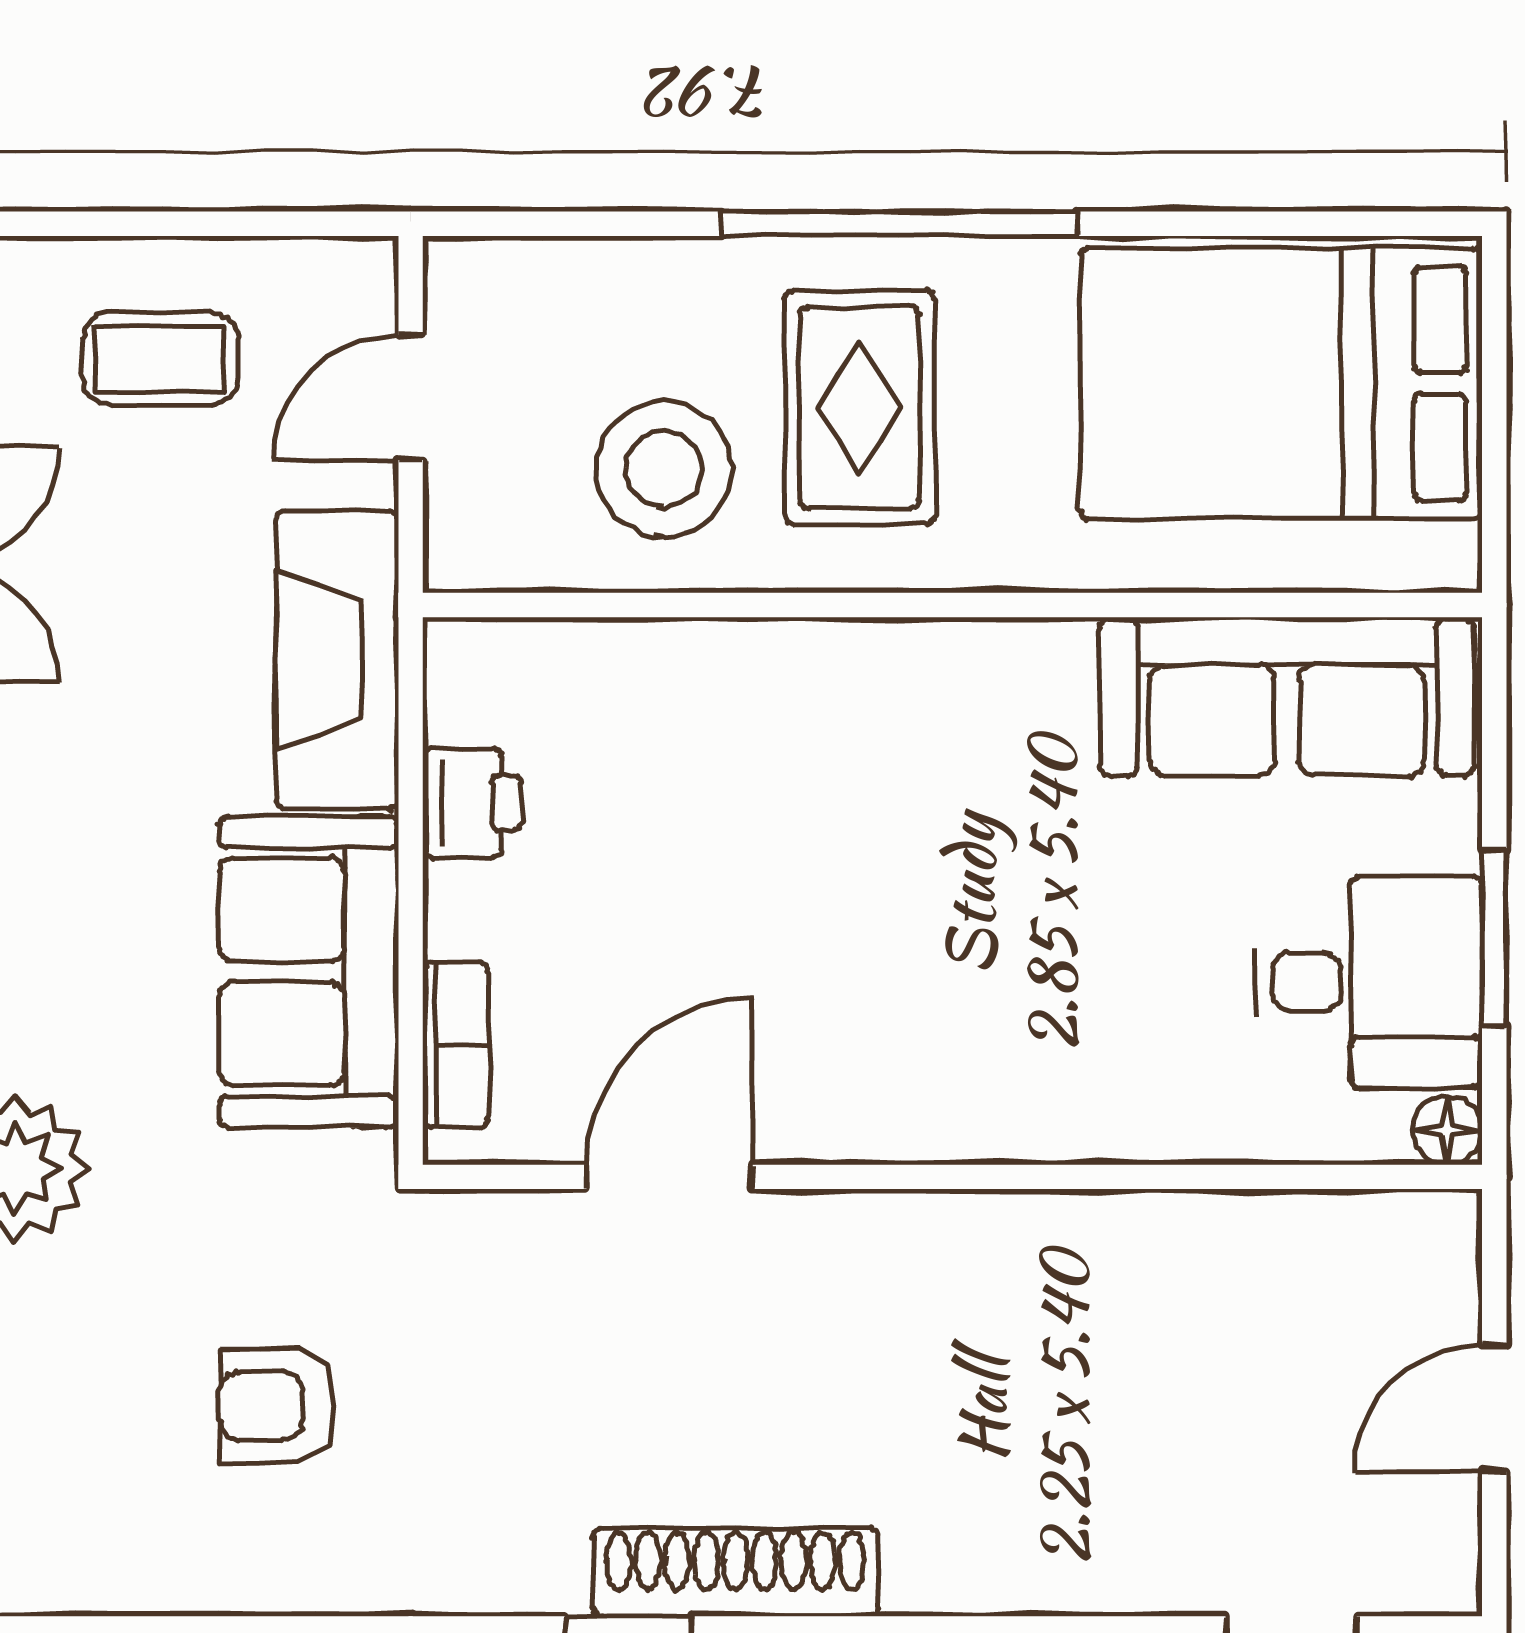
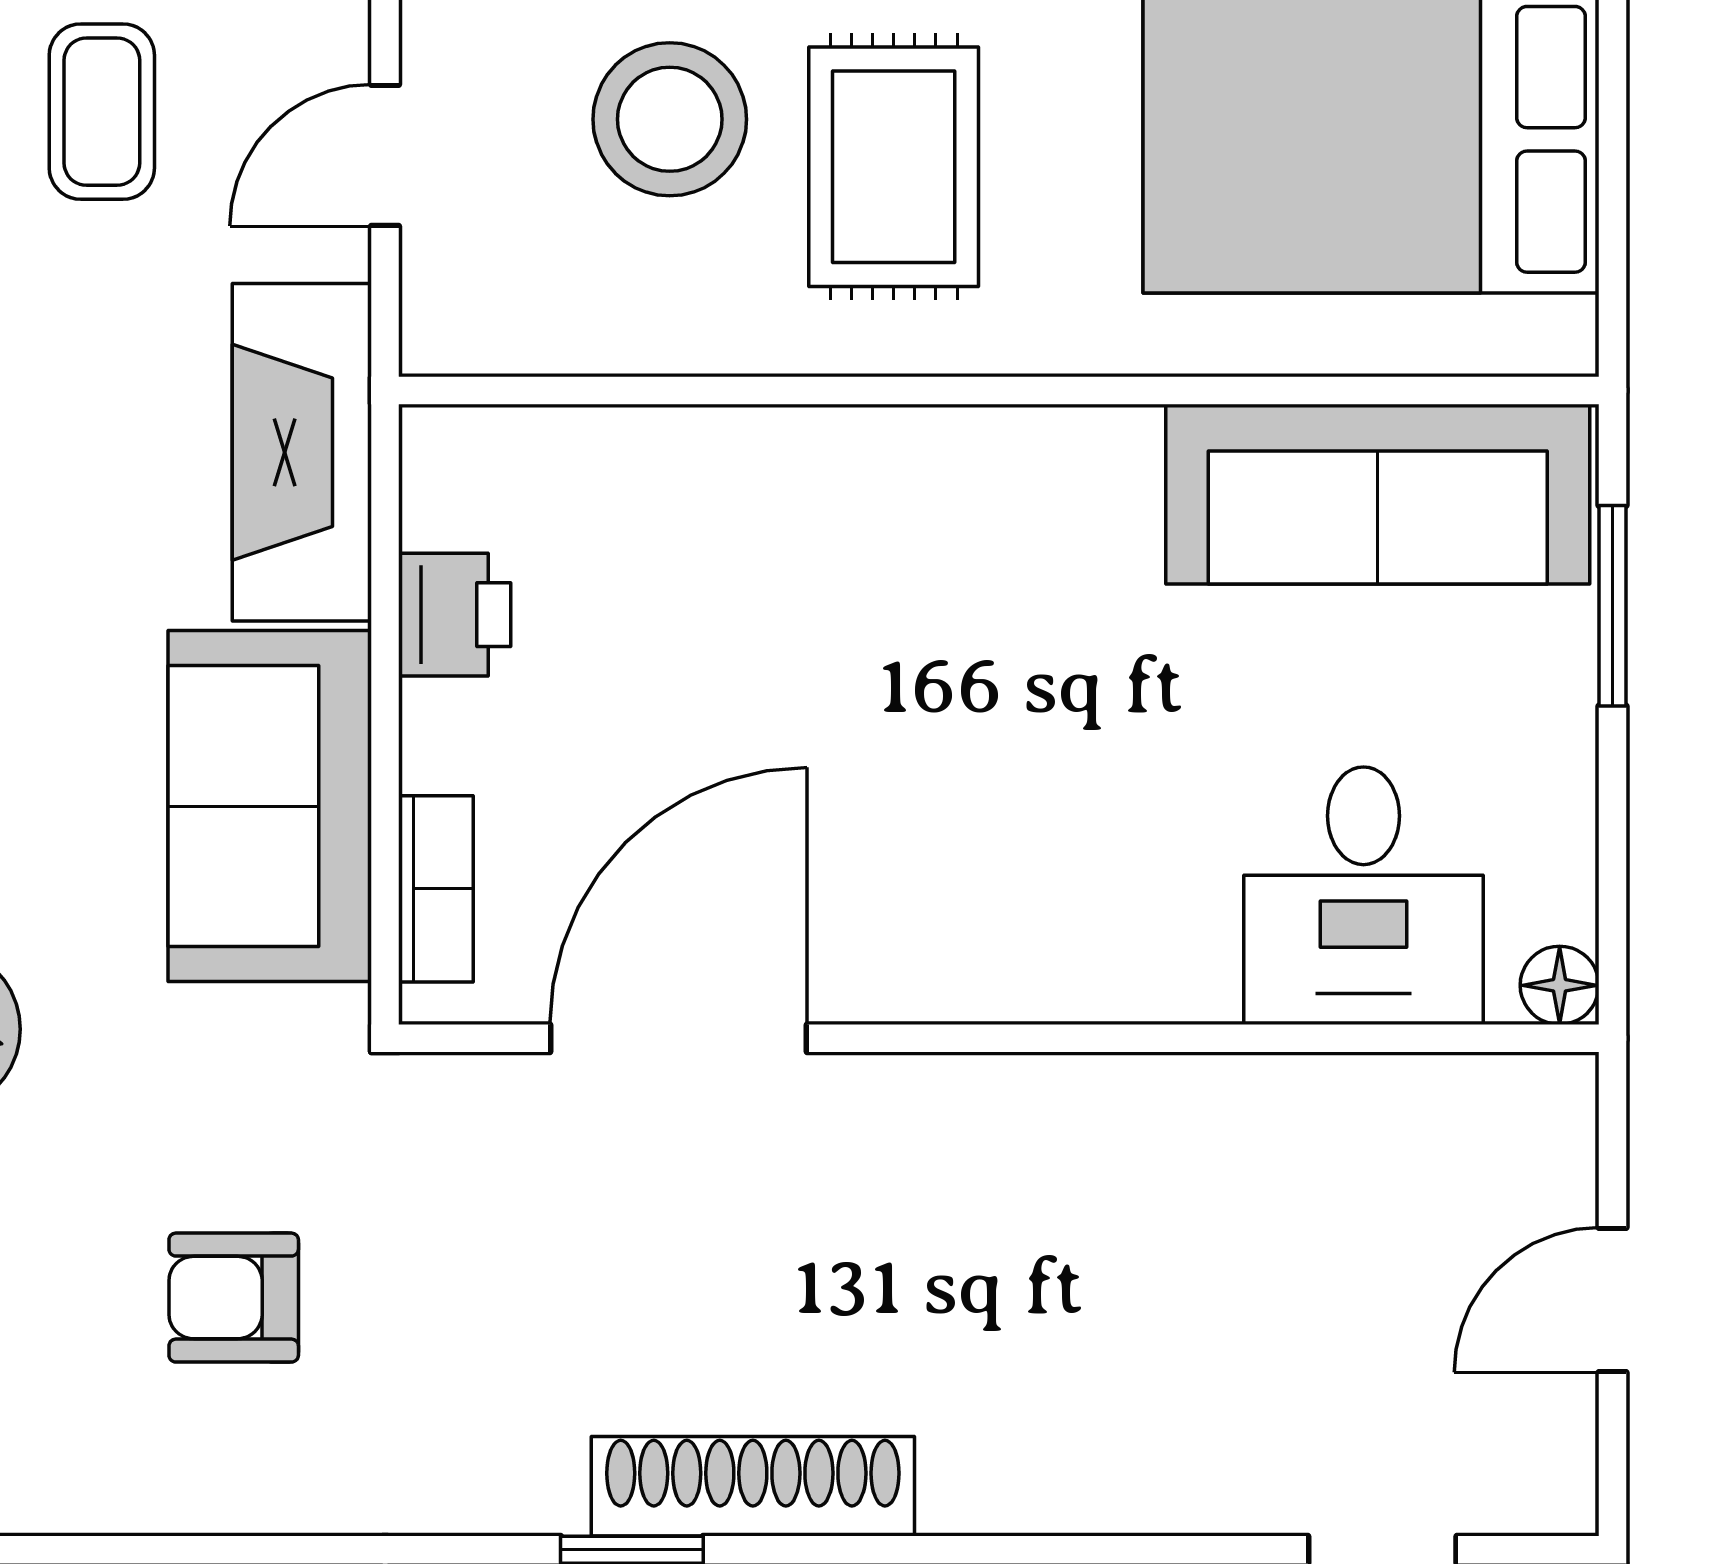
coffee table: (161, 359) -> (102, 112), turned 90
stool: (664, 469) -> (670, 119), moved
window: (1494, 938) -> (1612, 606), moved
desk: (1368, 982) -> (1364, 896), moved, turned 90
door: (670, 1177) -> (678, 1038), width x1.36

